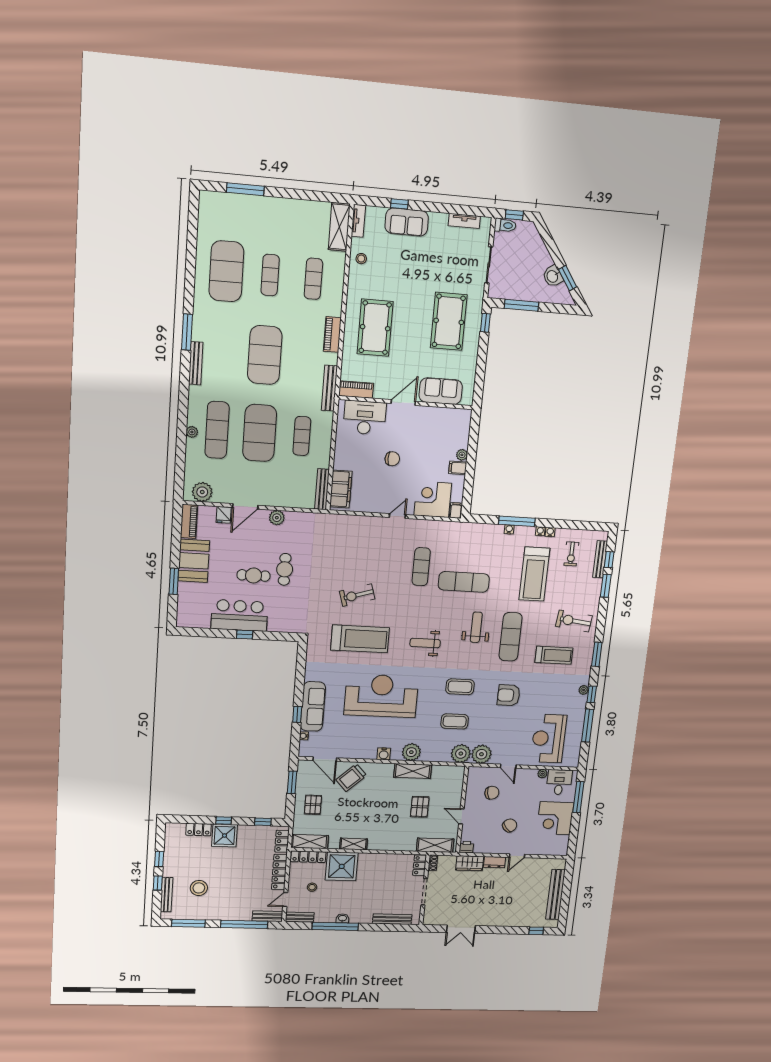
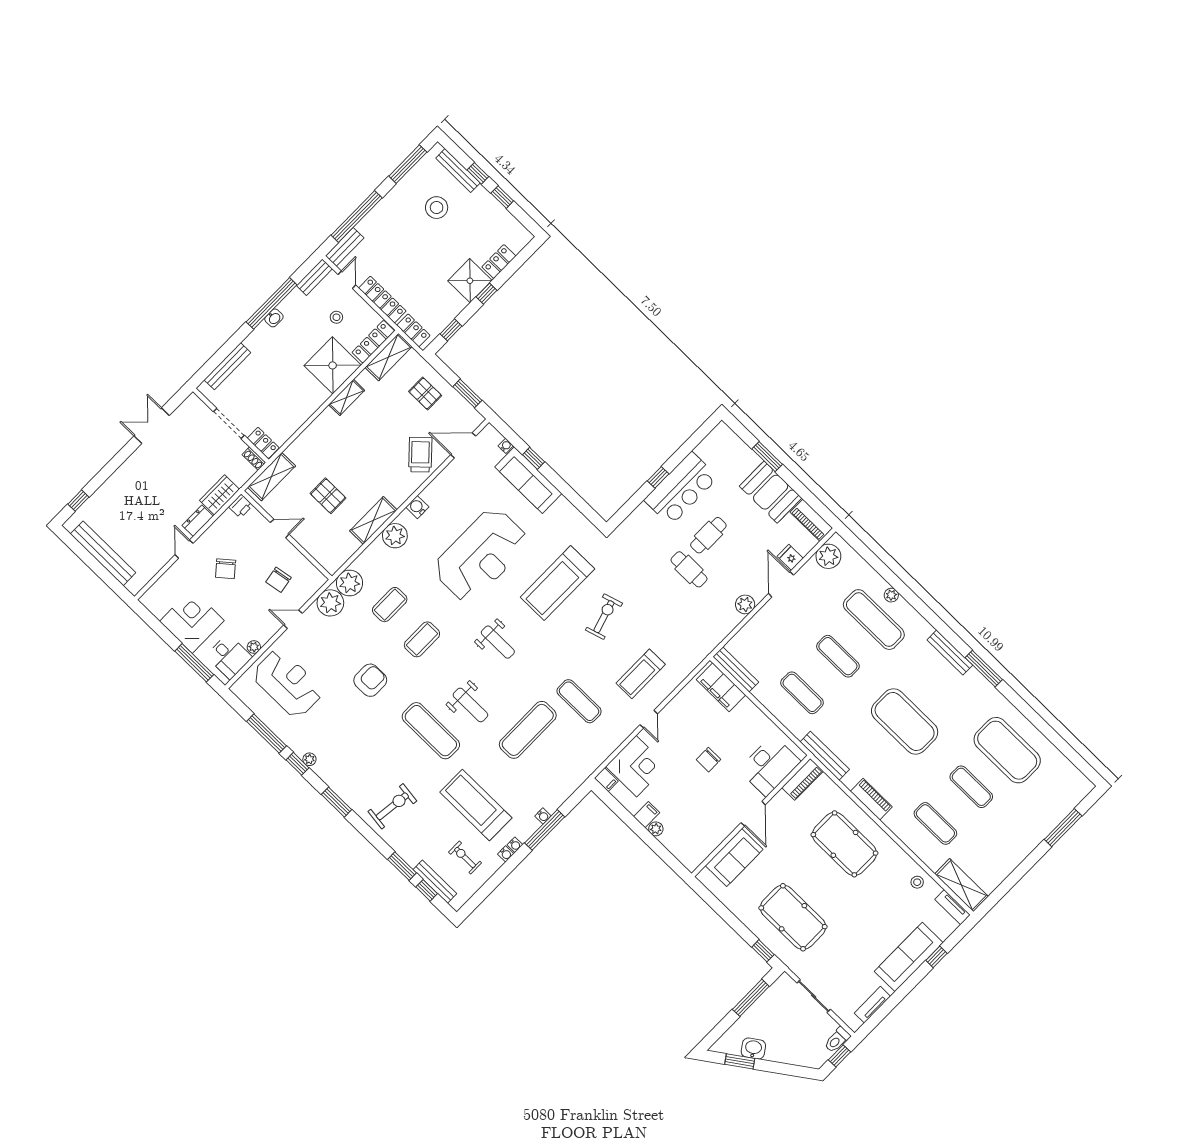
sofa: (407, 222) -> (909, 957), width x1.36
exercise mat: (260, 433) -> (838, 656), width x0.50, depth x0.69
weight bench: (425, 643) -> (498, 642), turned 90
treadmill: (554, 655) -> (641, 674), moved

